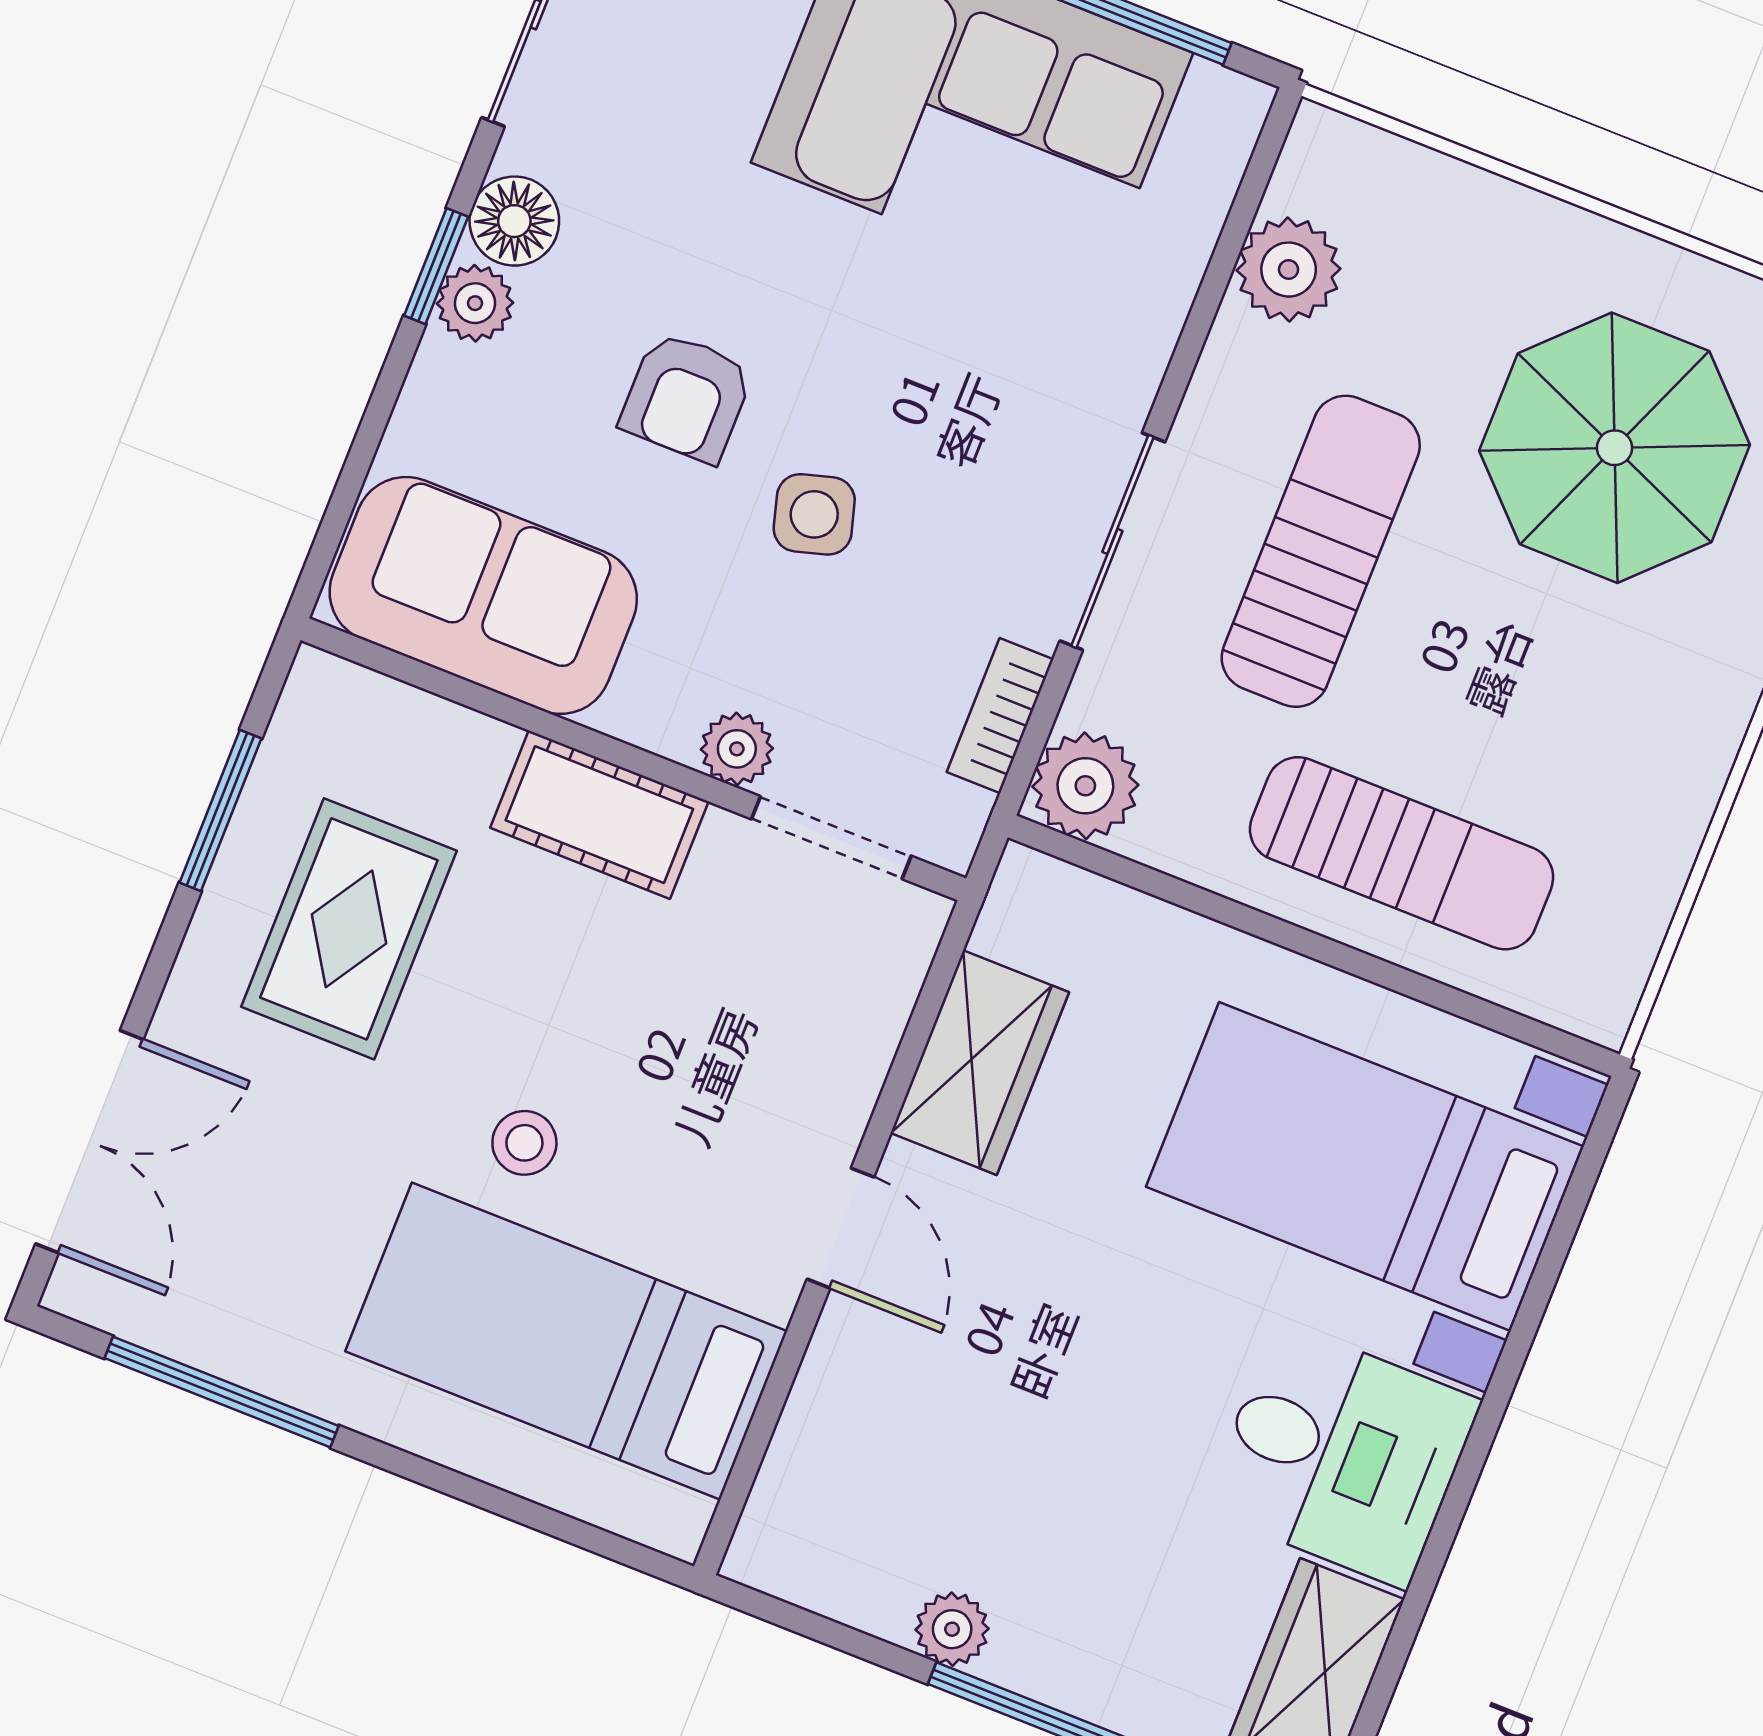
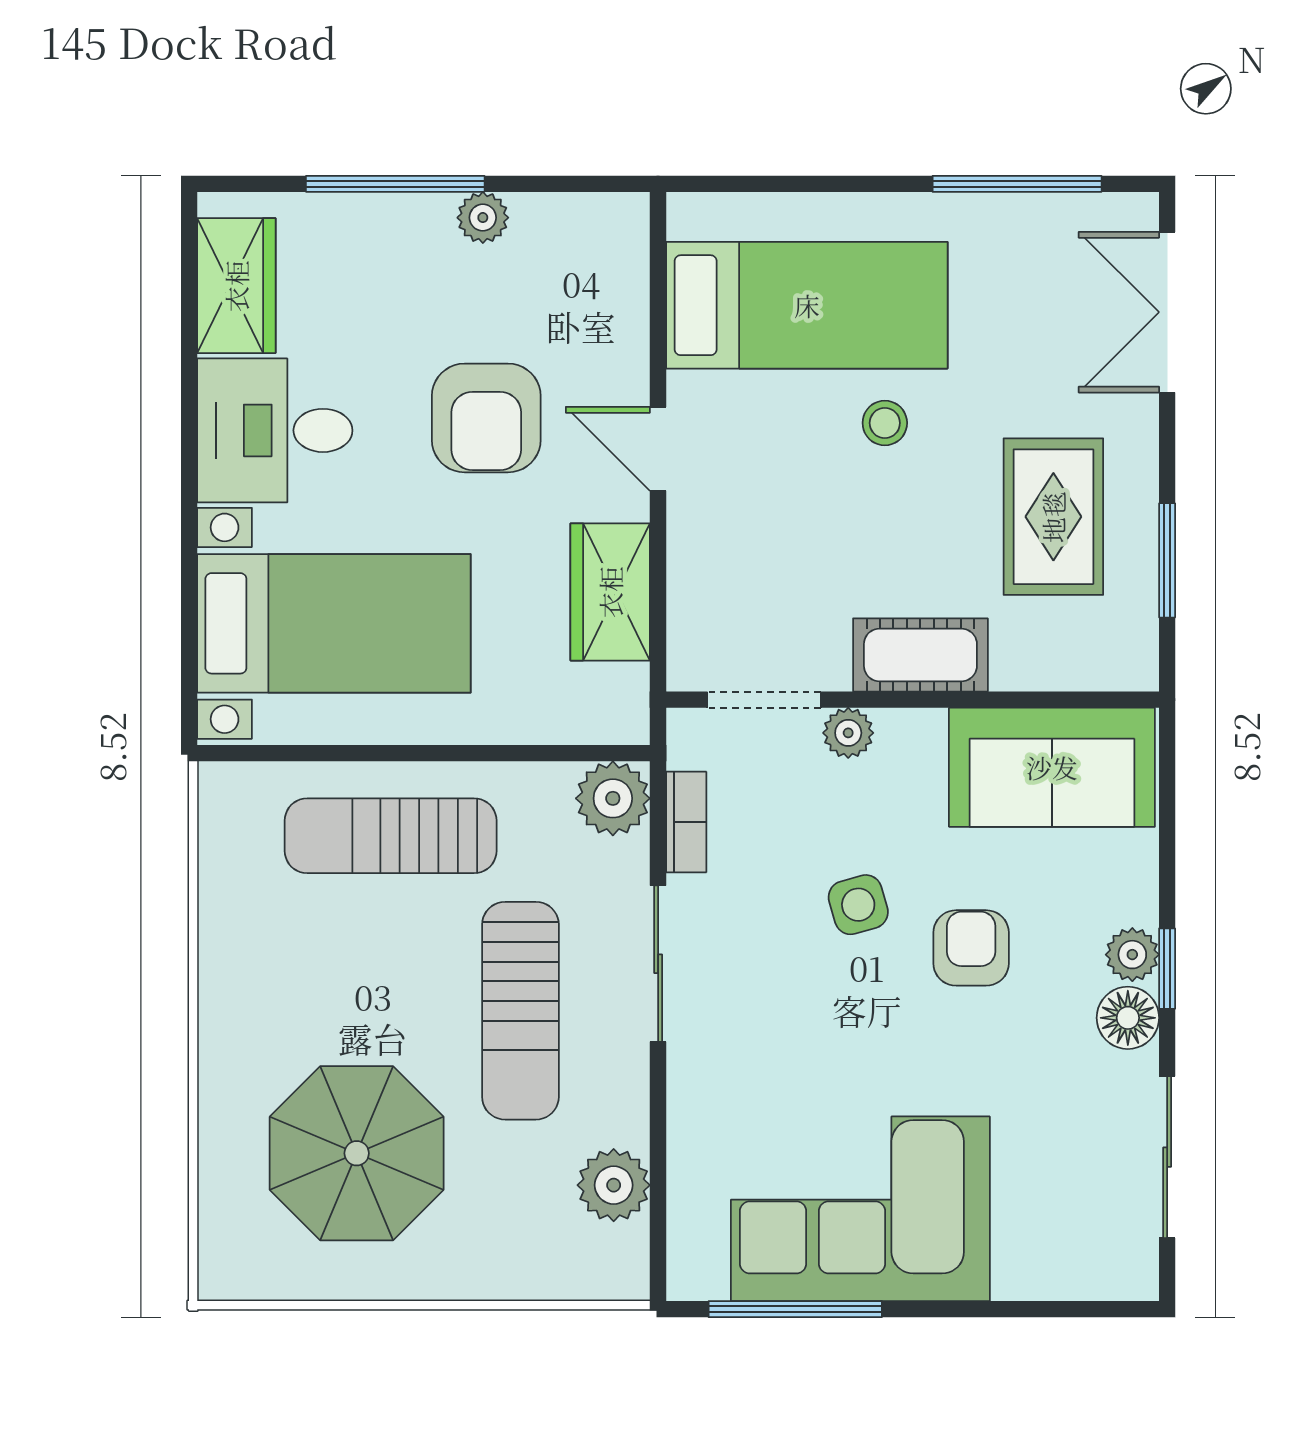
armchair: (1053, 1360) -> (486, 418), added

